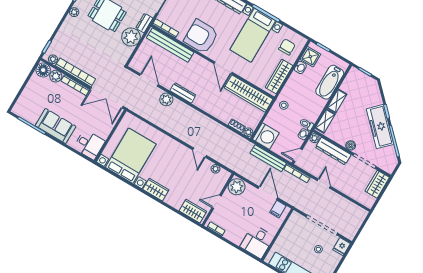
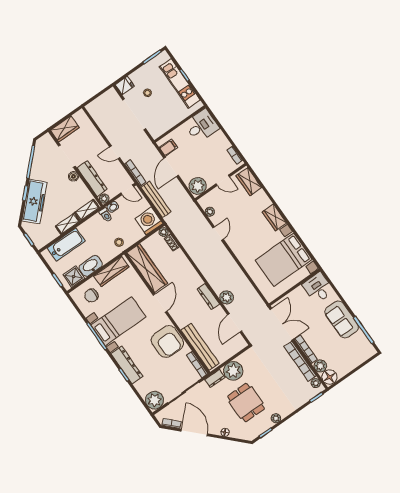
washbasin: (300, 67) -> (91, 266), width x1.91, depth x1.45
freezer: (380, 127) -> (34, 201), moved
door: (324, 183) -> (115, 152), hinge flipped

